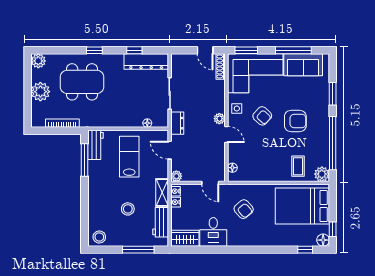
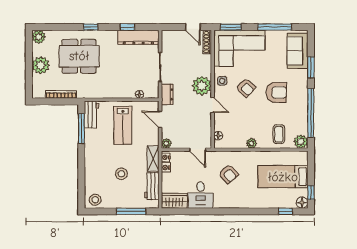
sofa: (303, 65) -> (298, 51), moved, turned 90
plant: (219, 119) -> (202, 86), width x1.87, depth x1.87
lab bench: (129, 157) -> (123, 125), turned 180
plant: (268, 176) -> (251, 143), added
bed: (302, 206) -> (283, 177), width x0.67

